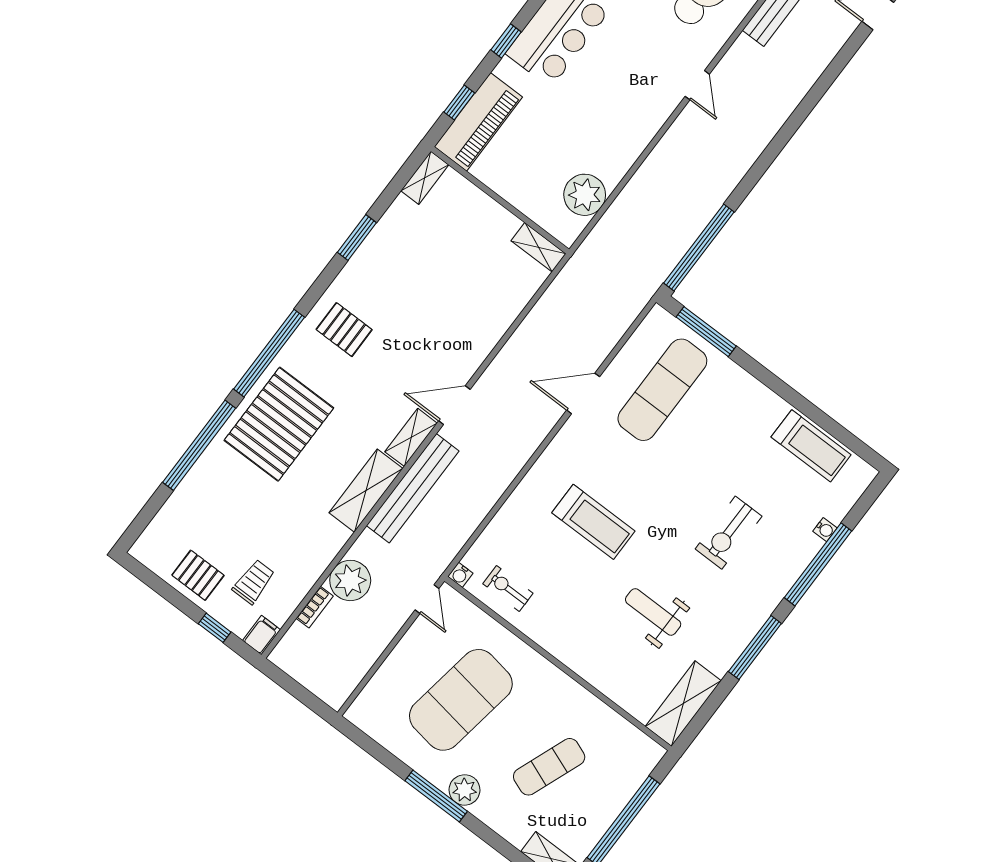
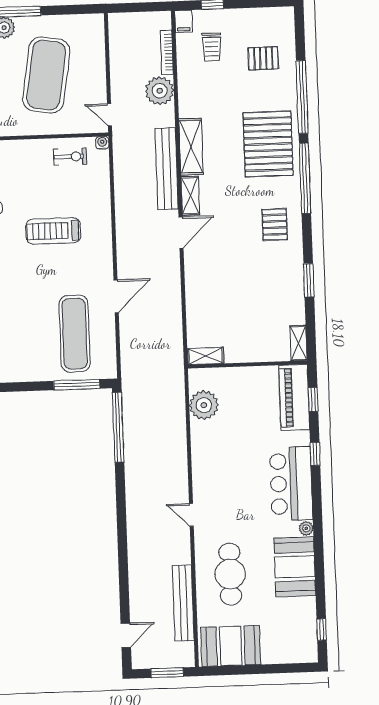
pallet: (344, 330) -> (275, 225), turned 90
pallet: (198, 575) -> (263, 58), moved
bookcase: (315, 607) -> (167, 52), width x1.56

